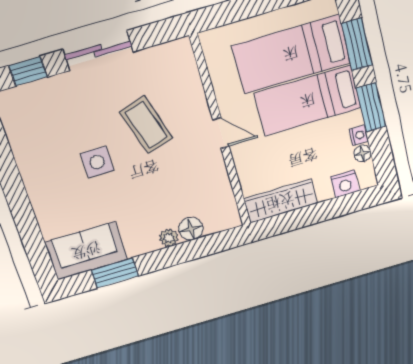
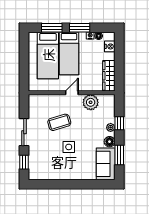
plant: (212, 180) -> (91, 102), added
floor lamp: (191, 229) -> (110, 142), moved
window: (184, 253) -> (119, 123), added

